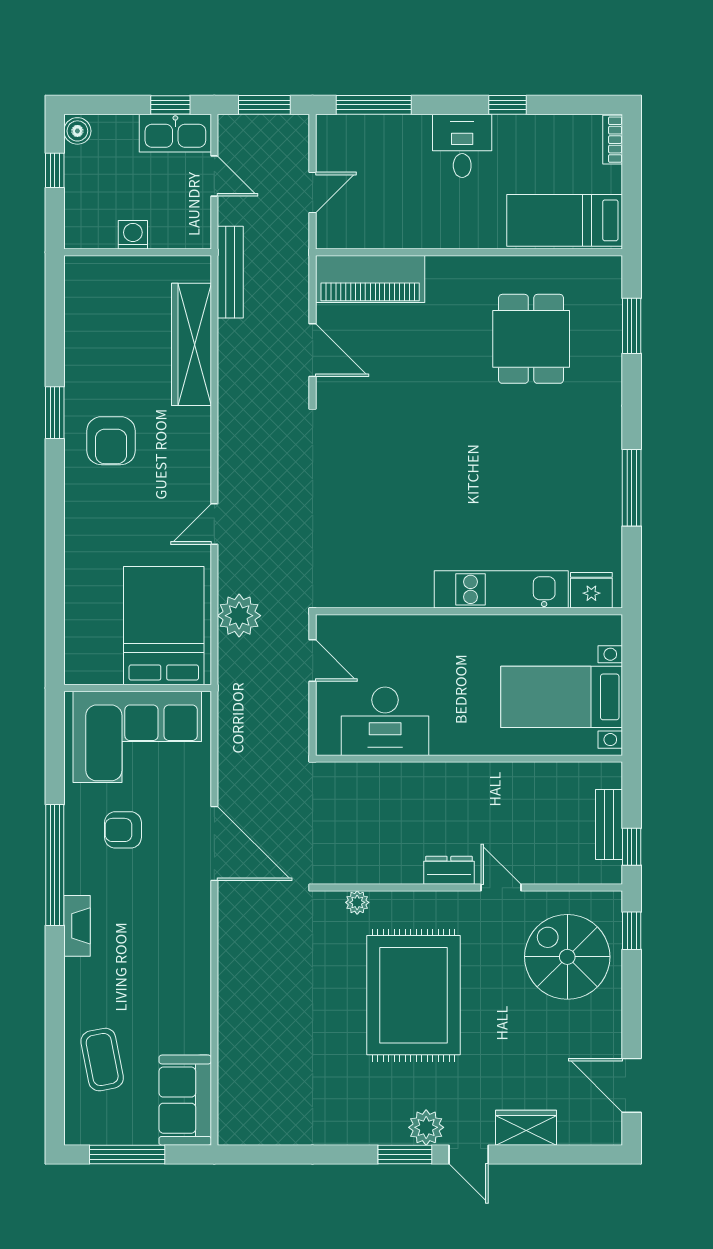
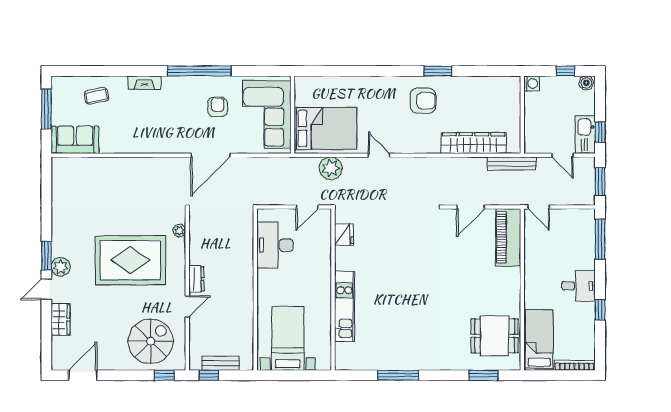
bookcase: (613, 140) -> (574, 365), width x1.56
door: (214, 176) -> (563, 155), hinge flipped
door: (313, 193) -> (539, 207), moved
washing machine: (133, 235) -> (532, 83), moved
dining table: (531, 339) -> (495, 336), moved
armchair: (111, 441) -> (423, 101), turned 180
fridge: (591, 590) -> (344, 235), moved
fireplace: (77, 926) -> (144, 83), moved
coffee table: (102, 1060) -> (96, 96), width x0.73, depth x0.77

